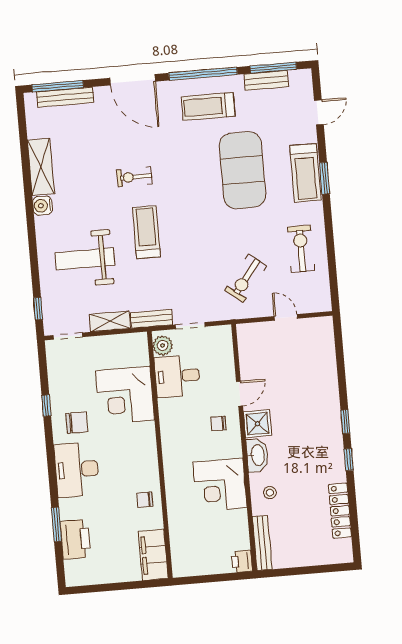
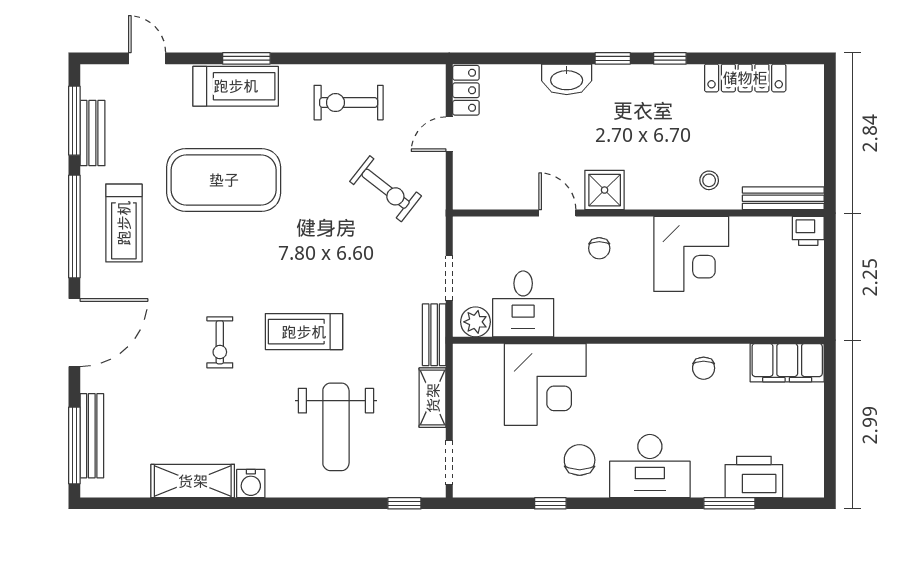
locker: (316, 326) -> (466, 90), added
washbasin: (257, 455) -> (567, 79), moved, turned 180

